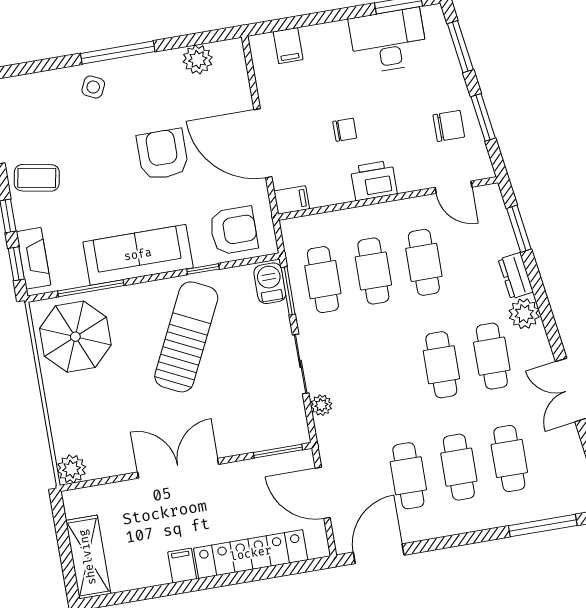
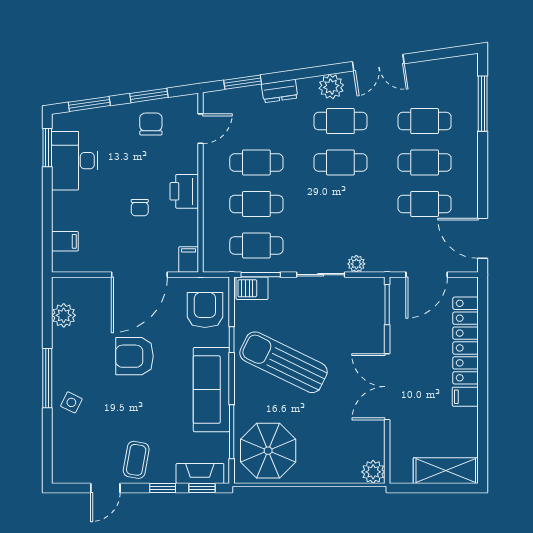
chair: (345, 130) -> (140, 208), turned 180
plant: (524, 314) -> (331, 87), moved

